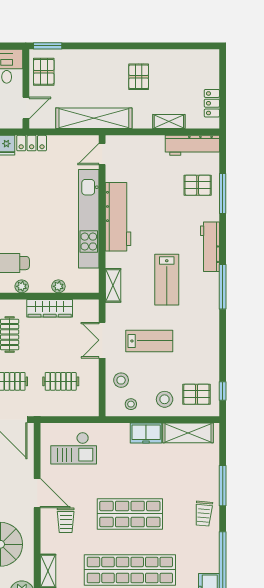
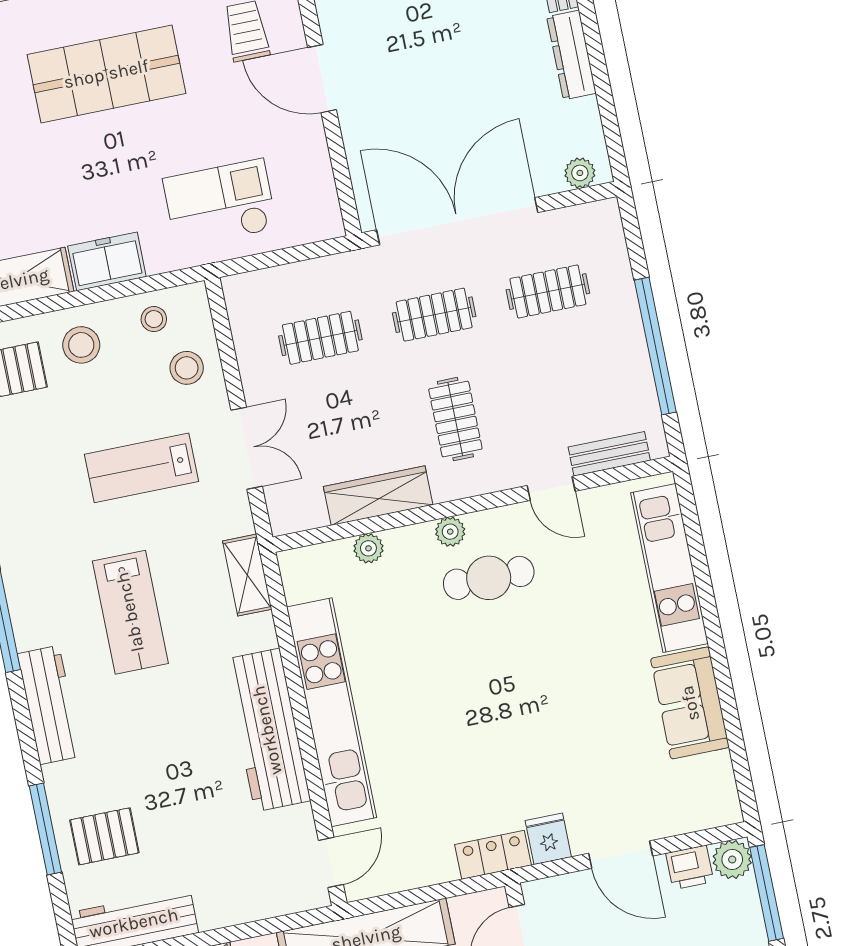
lab bench: (167, 280) -> (130, 612), turned 180
checkout: (74, 448) -> (220, 204), moved

